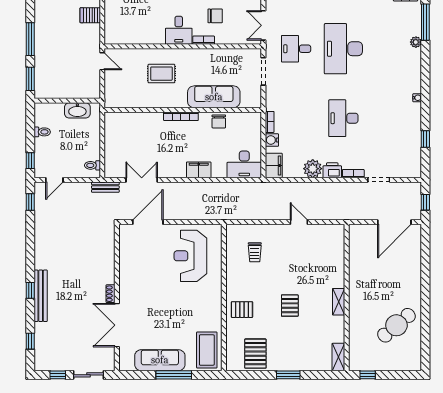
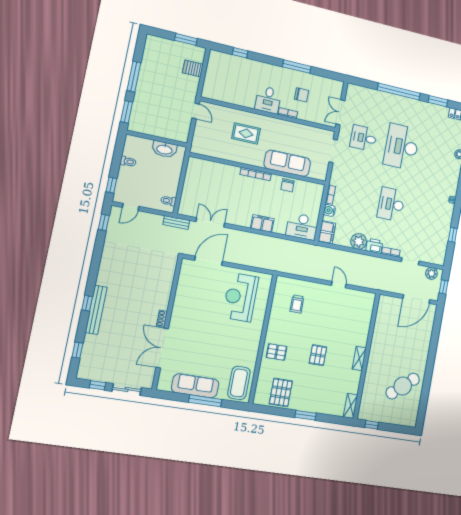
plant: (407, 189) -> (431, 273), added

